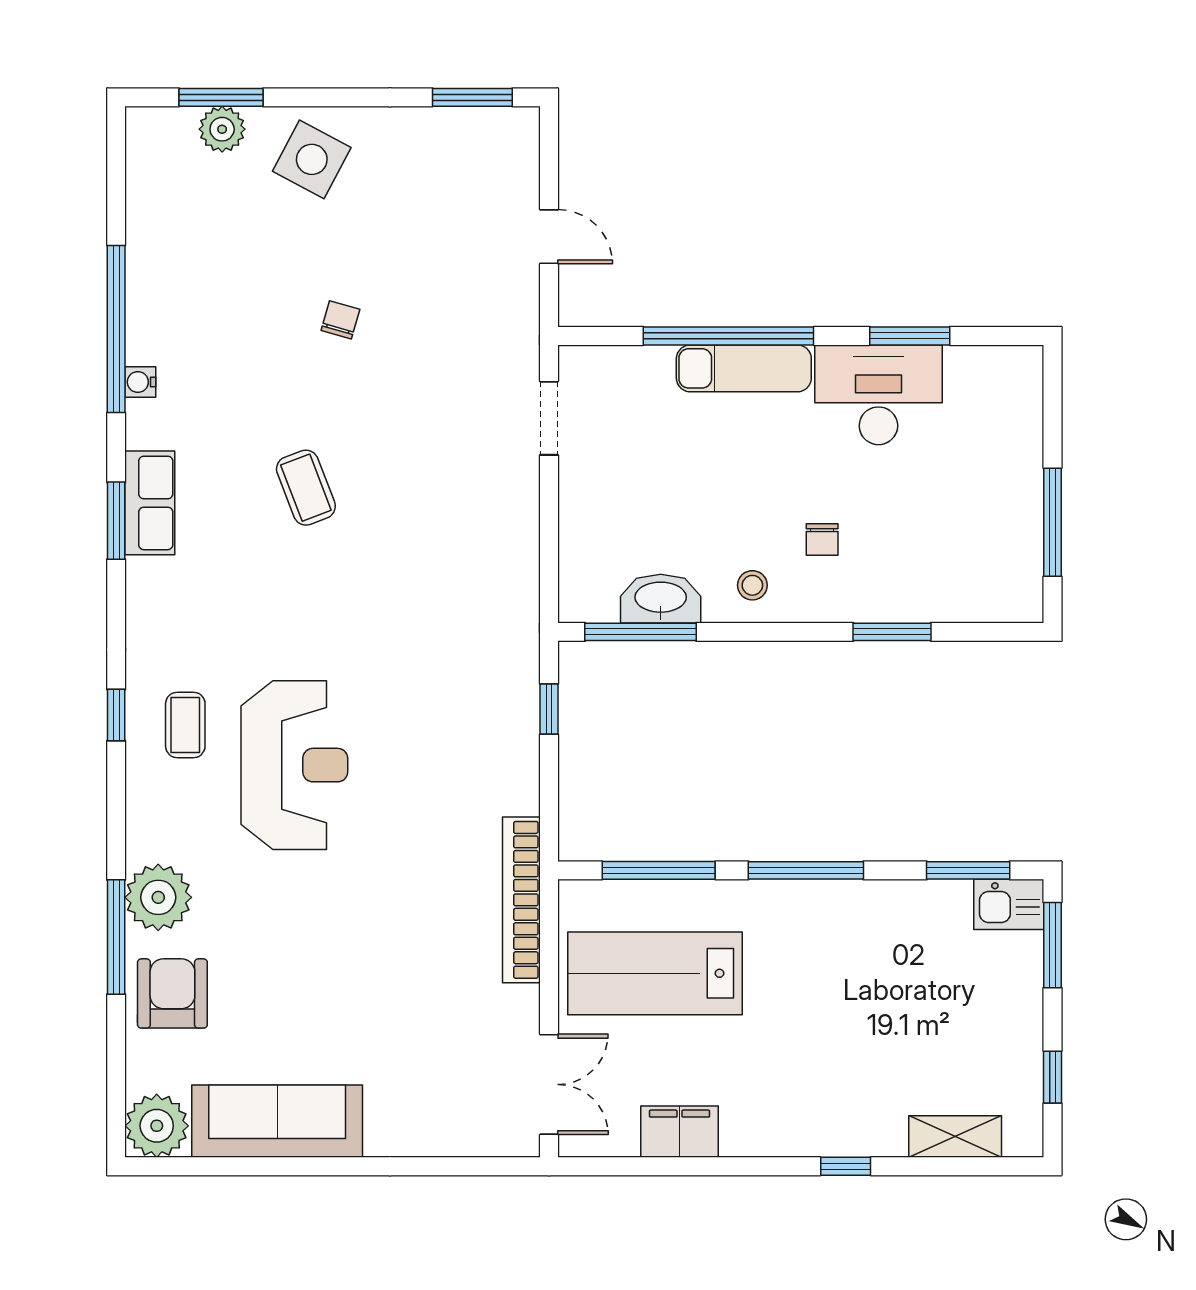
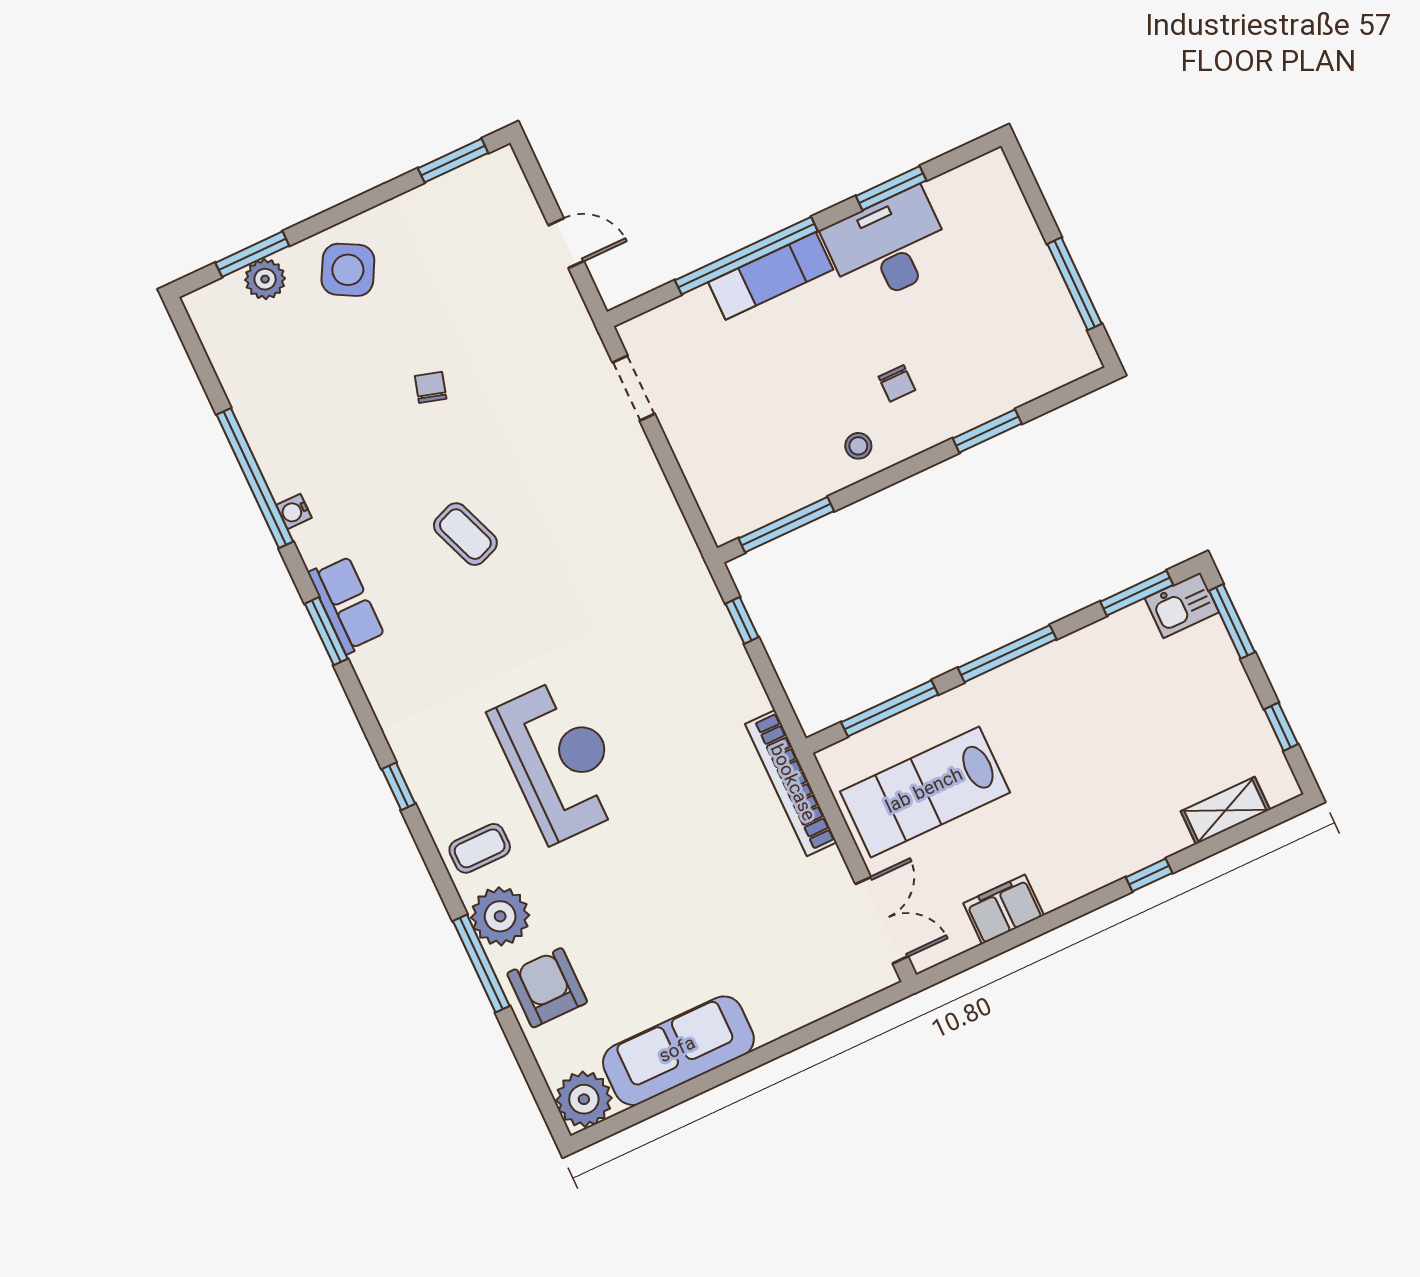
washbasin: (661, 599) -> (790, 491), removed
coffee table: (185, 725) -> (480, 848), moved, turned 90

